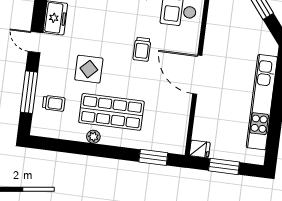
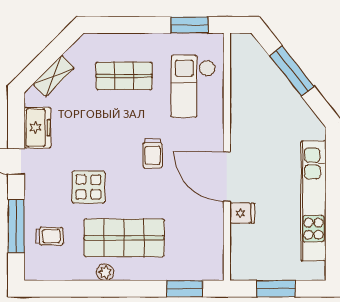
fridge: (200, 149) -> (242, 213), moved

